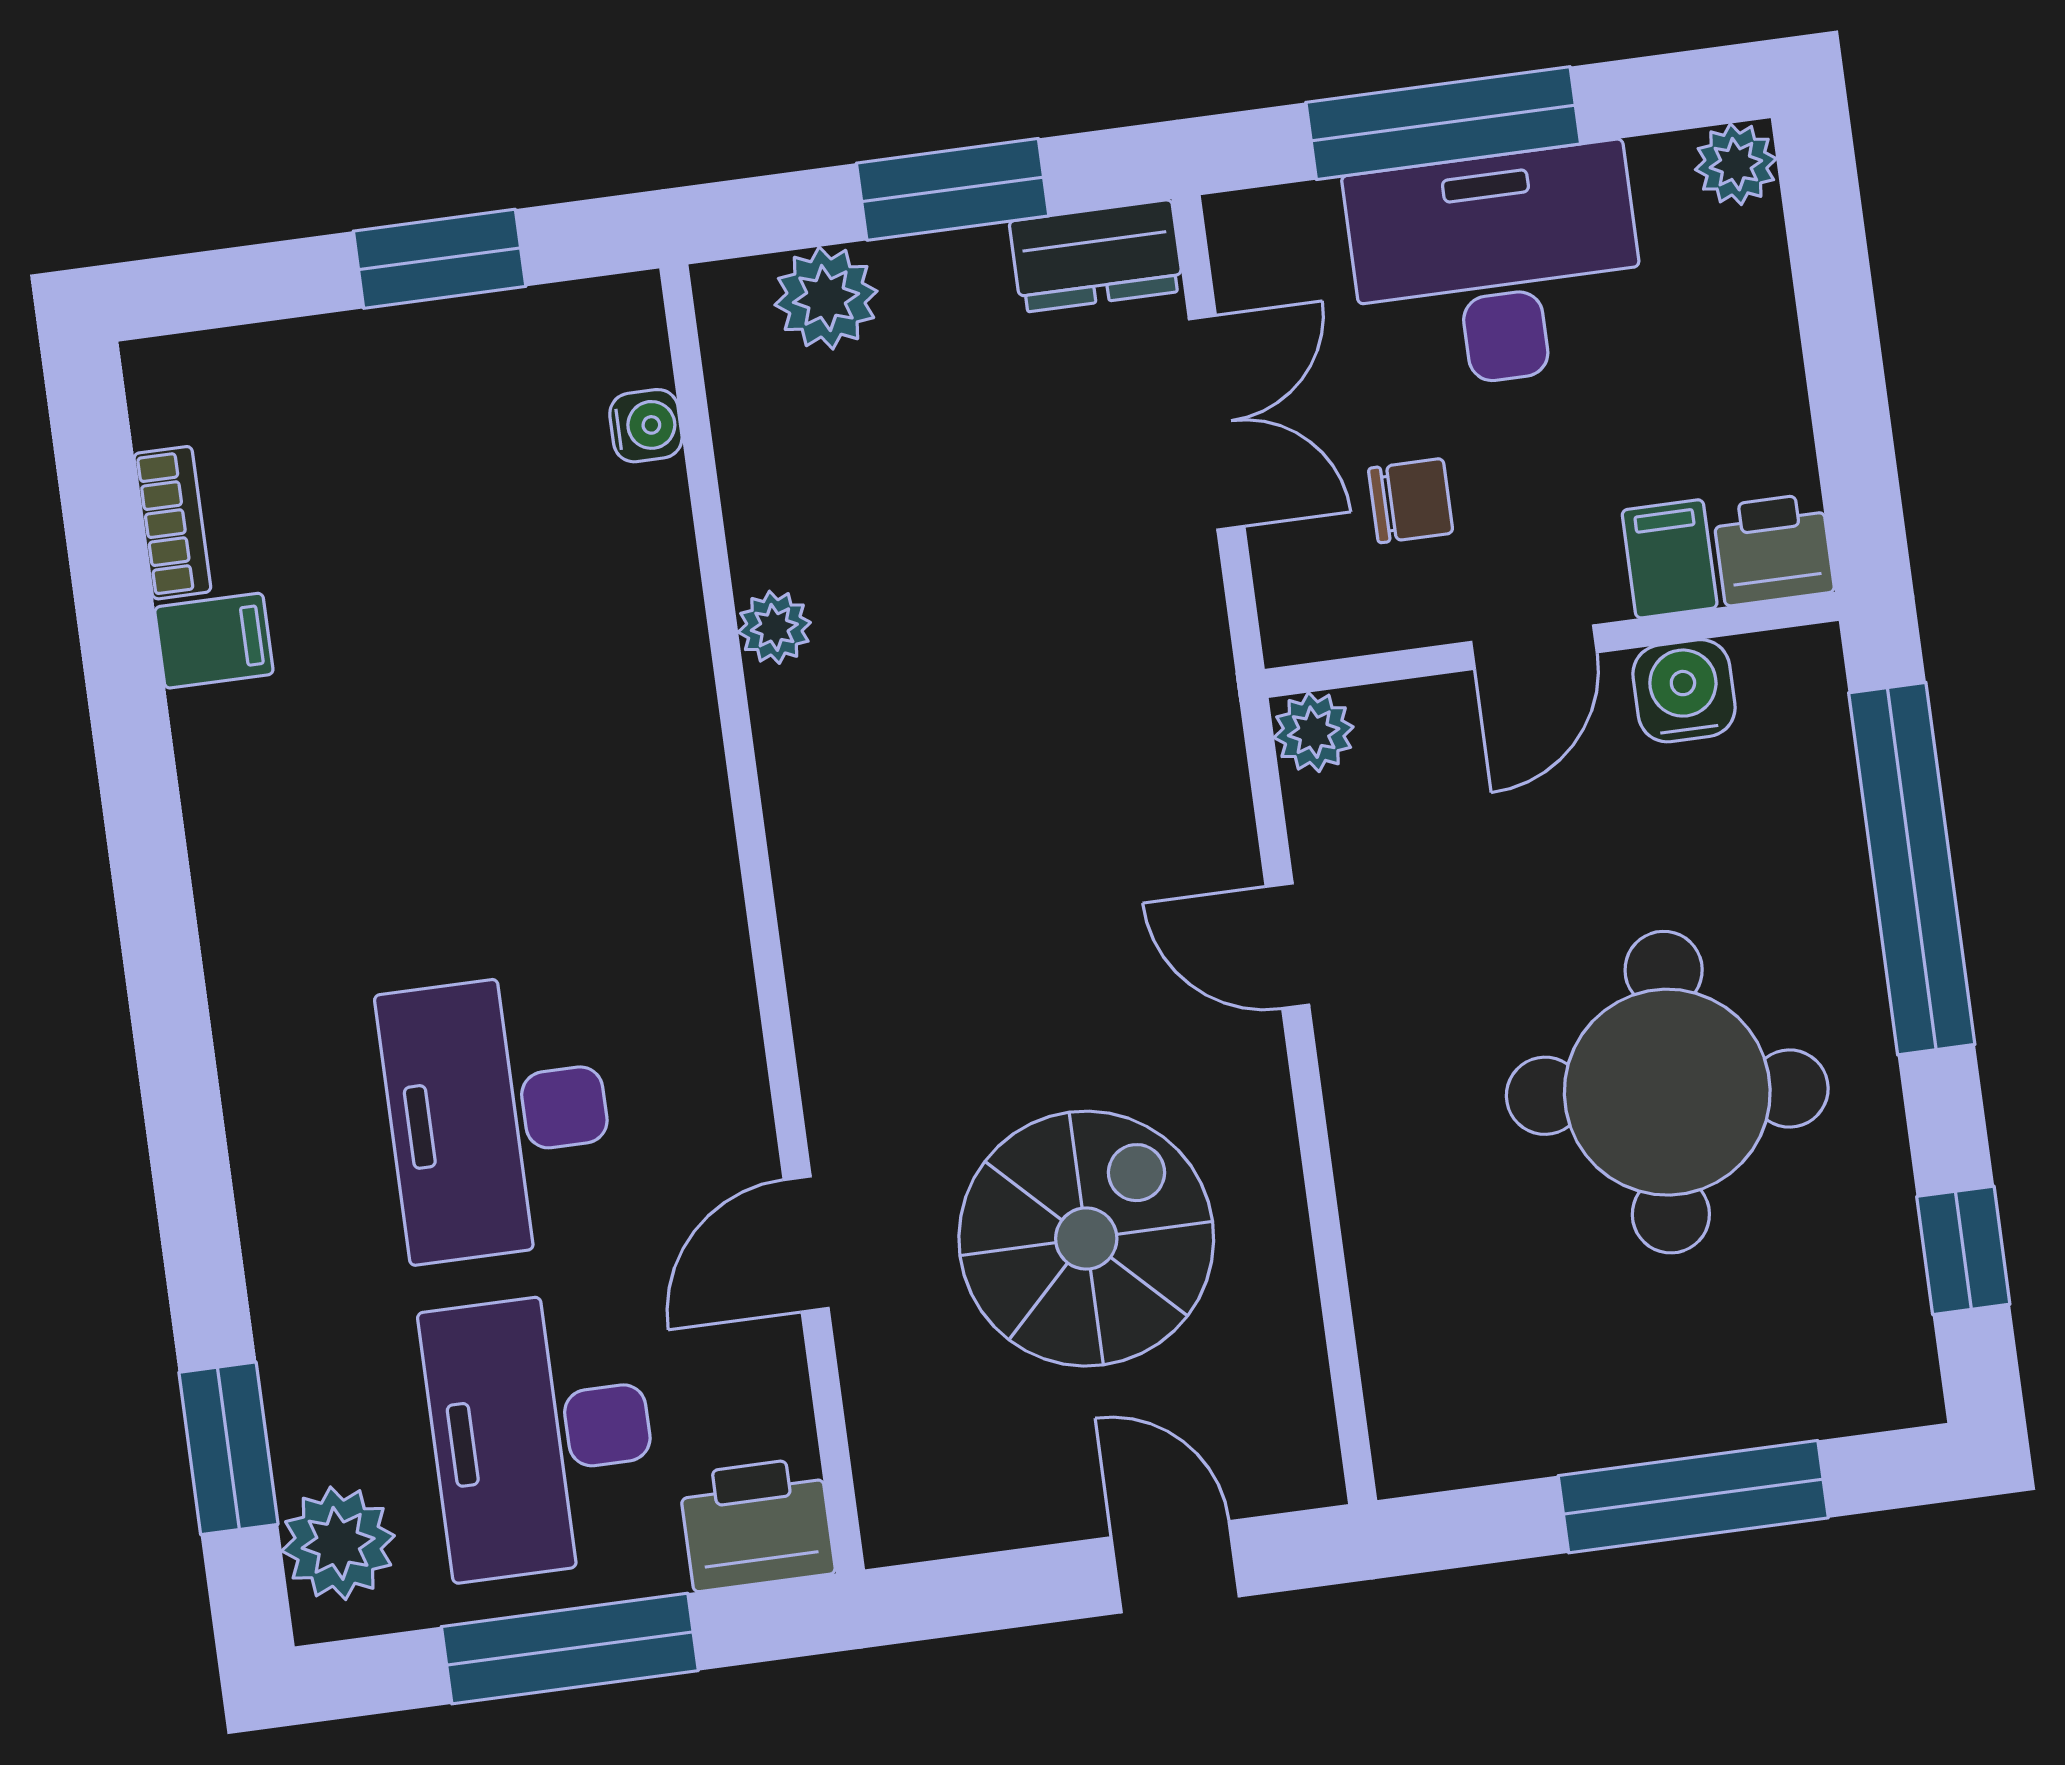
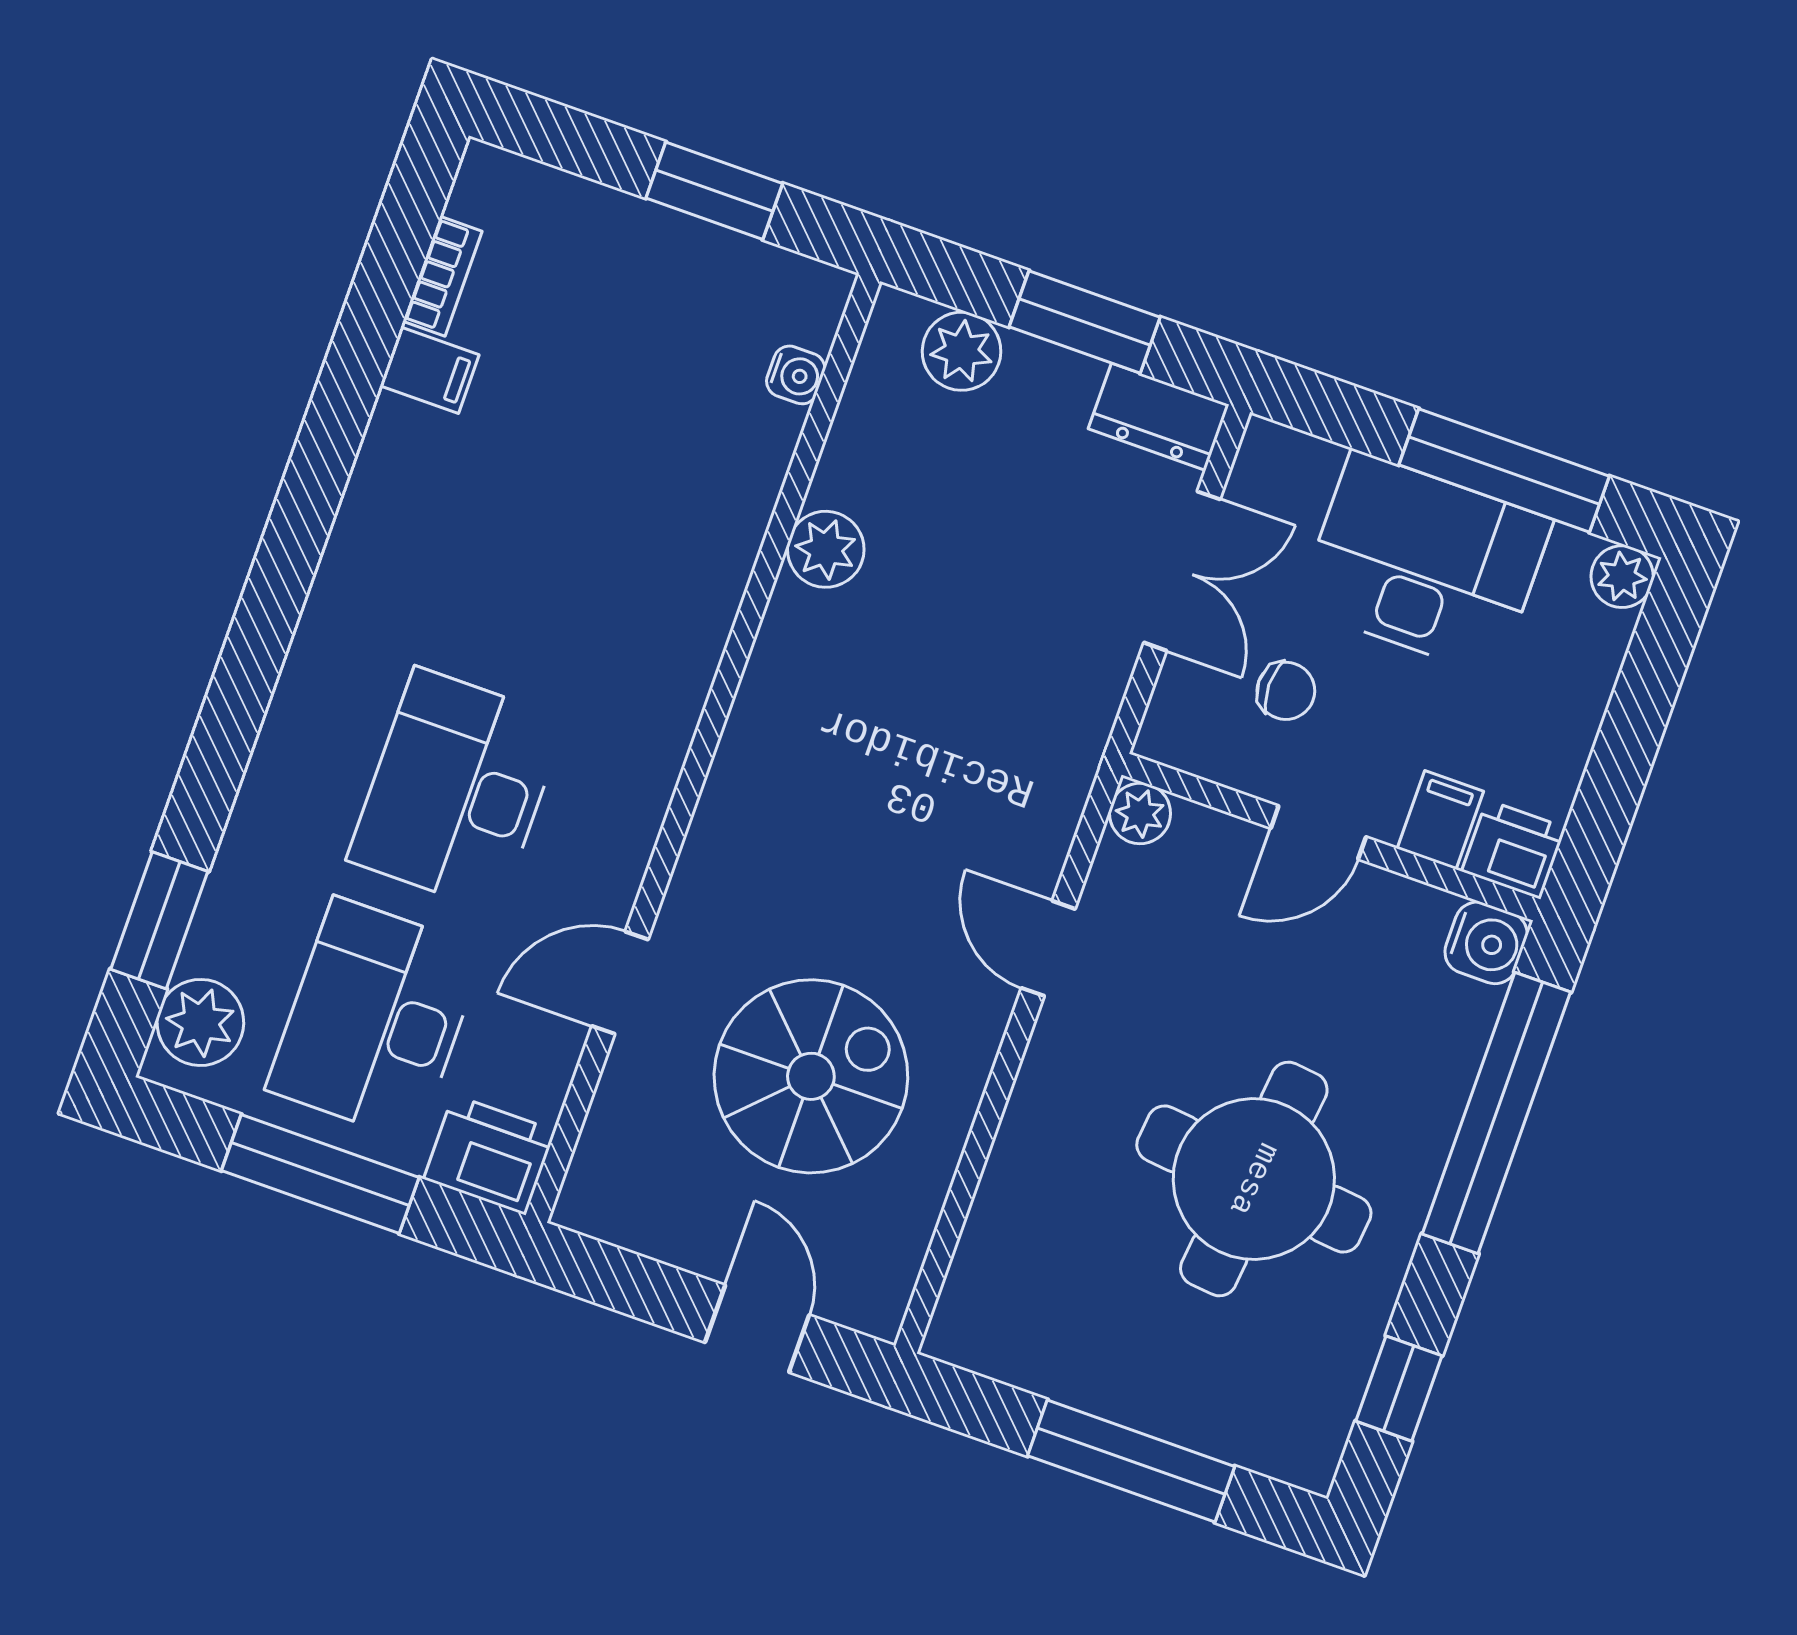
window: (1443, 123) -> (1504, 470), moved
plant: (774, 627) -> (826, 549), width x1.38, depth x1.38
water cooler: (1684, 691) -> (1486, 943), moved, turned 90

